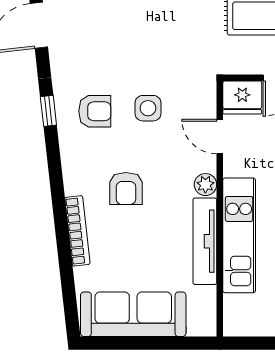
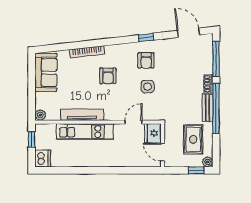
plant: (205, 185) -> (40, 115), moved
armchair: (126, 188) -> (108, 76), turned -90
sofa: (133, 314) -> (46, 72), width x0.73
window: (255, 343) -> (32, 139), added

